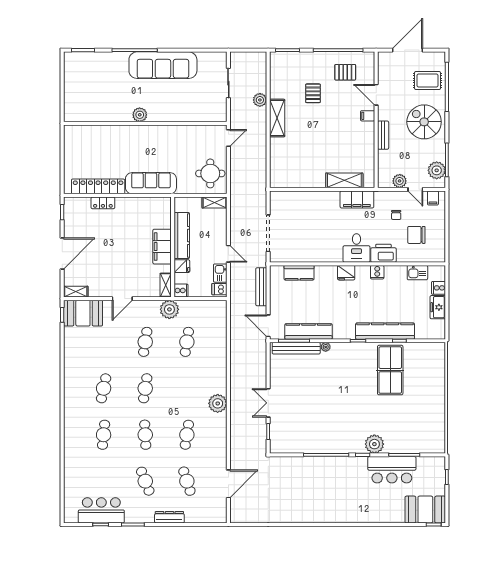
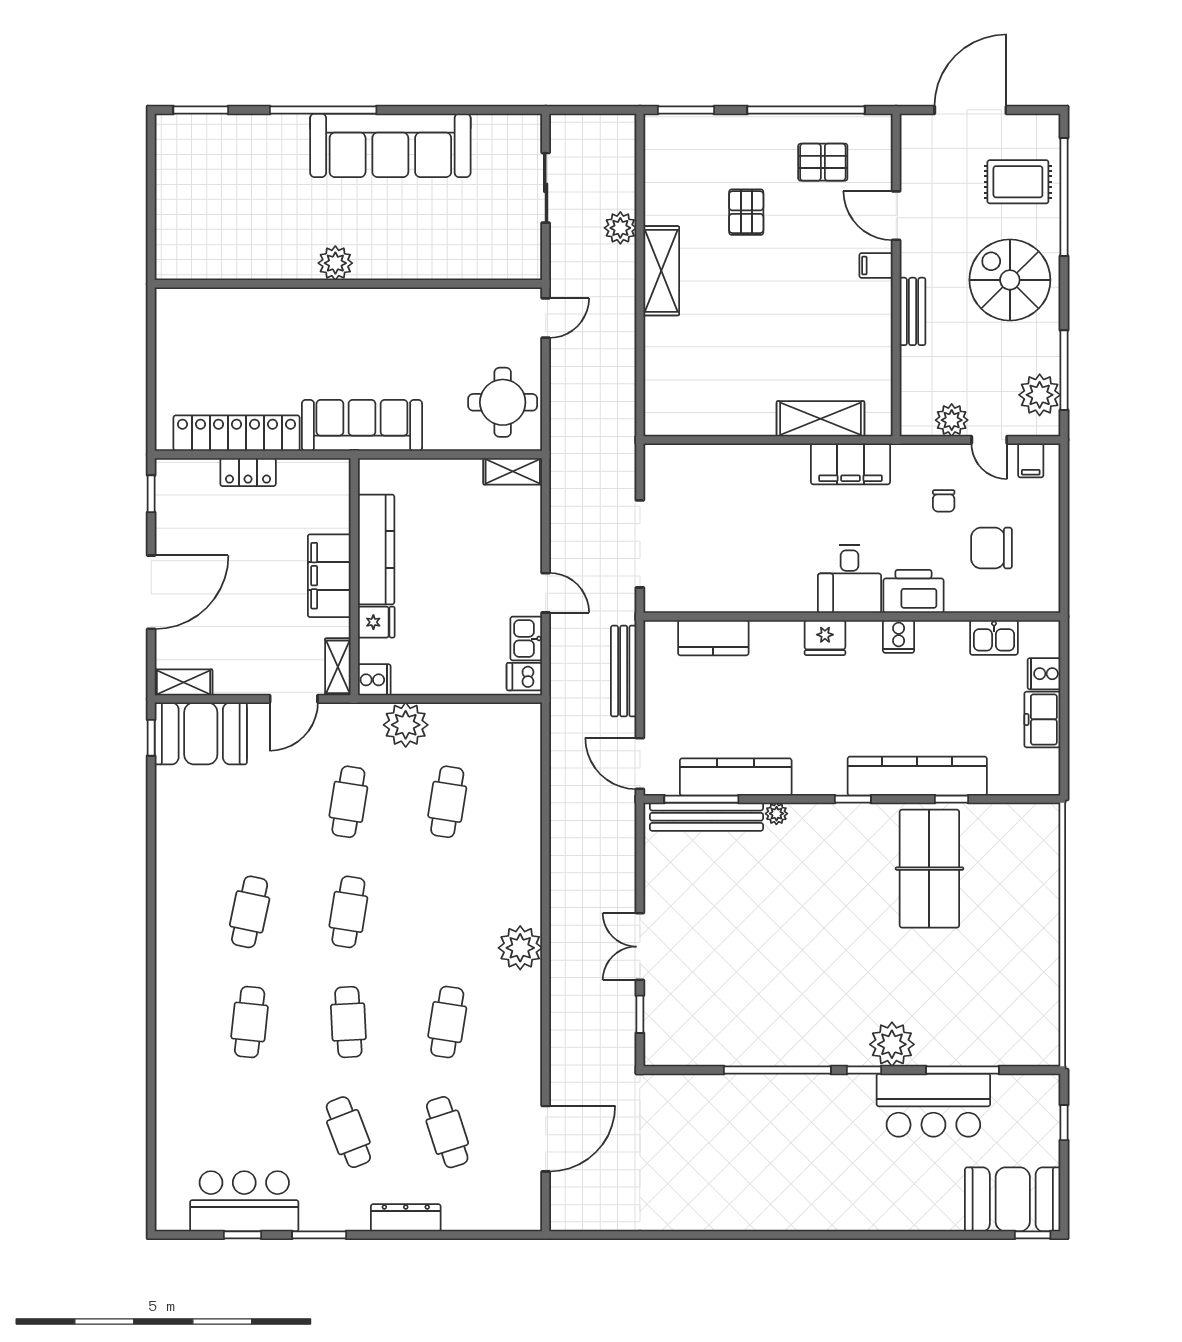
kitchen counter: (182, 236) -> (376, 549), moved
filing cabinet: (162, 247) -> (329, 576), moved
wall: (173, 247) -> (354, 577), moved
fridge: (182, 266) -> (376, 622), moved
shelving: (166, 285) -> (338, 667), moved
cooker: (181, 290) -> (374, 680), moved

